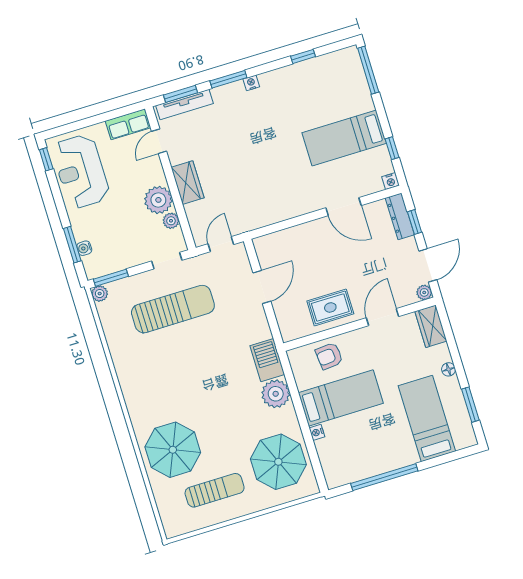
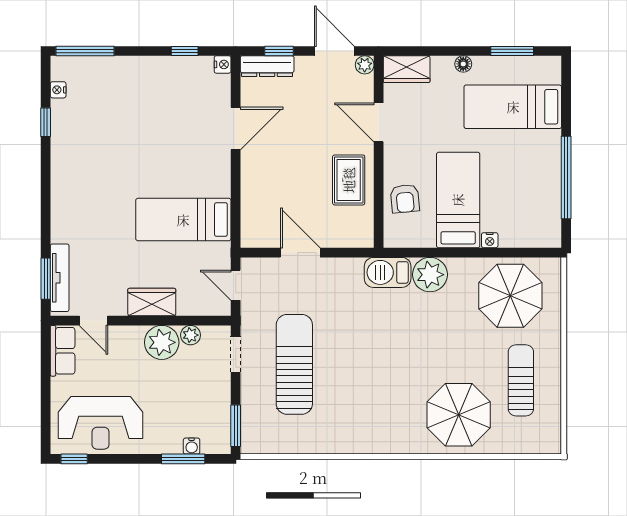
window: (228, 79) -> (46, 218), removed
nightstand: (251, 83) -> (58, 90), moved
bed: (344, 138) -> (183, 220), moved, turned 90
plant: (100, 294) -> (250, 444), removed

